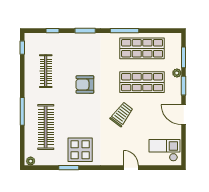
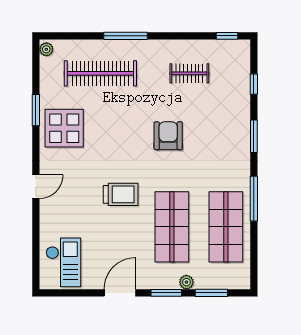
clothes rail: (46, 71) -> (189, 73), width x0.73
trolley: (122, 114) -> (121, 194), turned -37
door: (131, 168) -> (36, 187), moved

